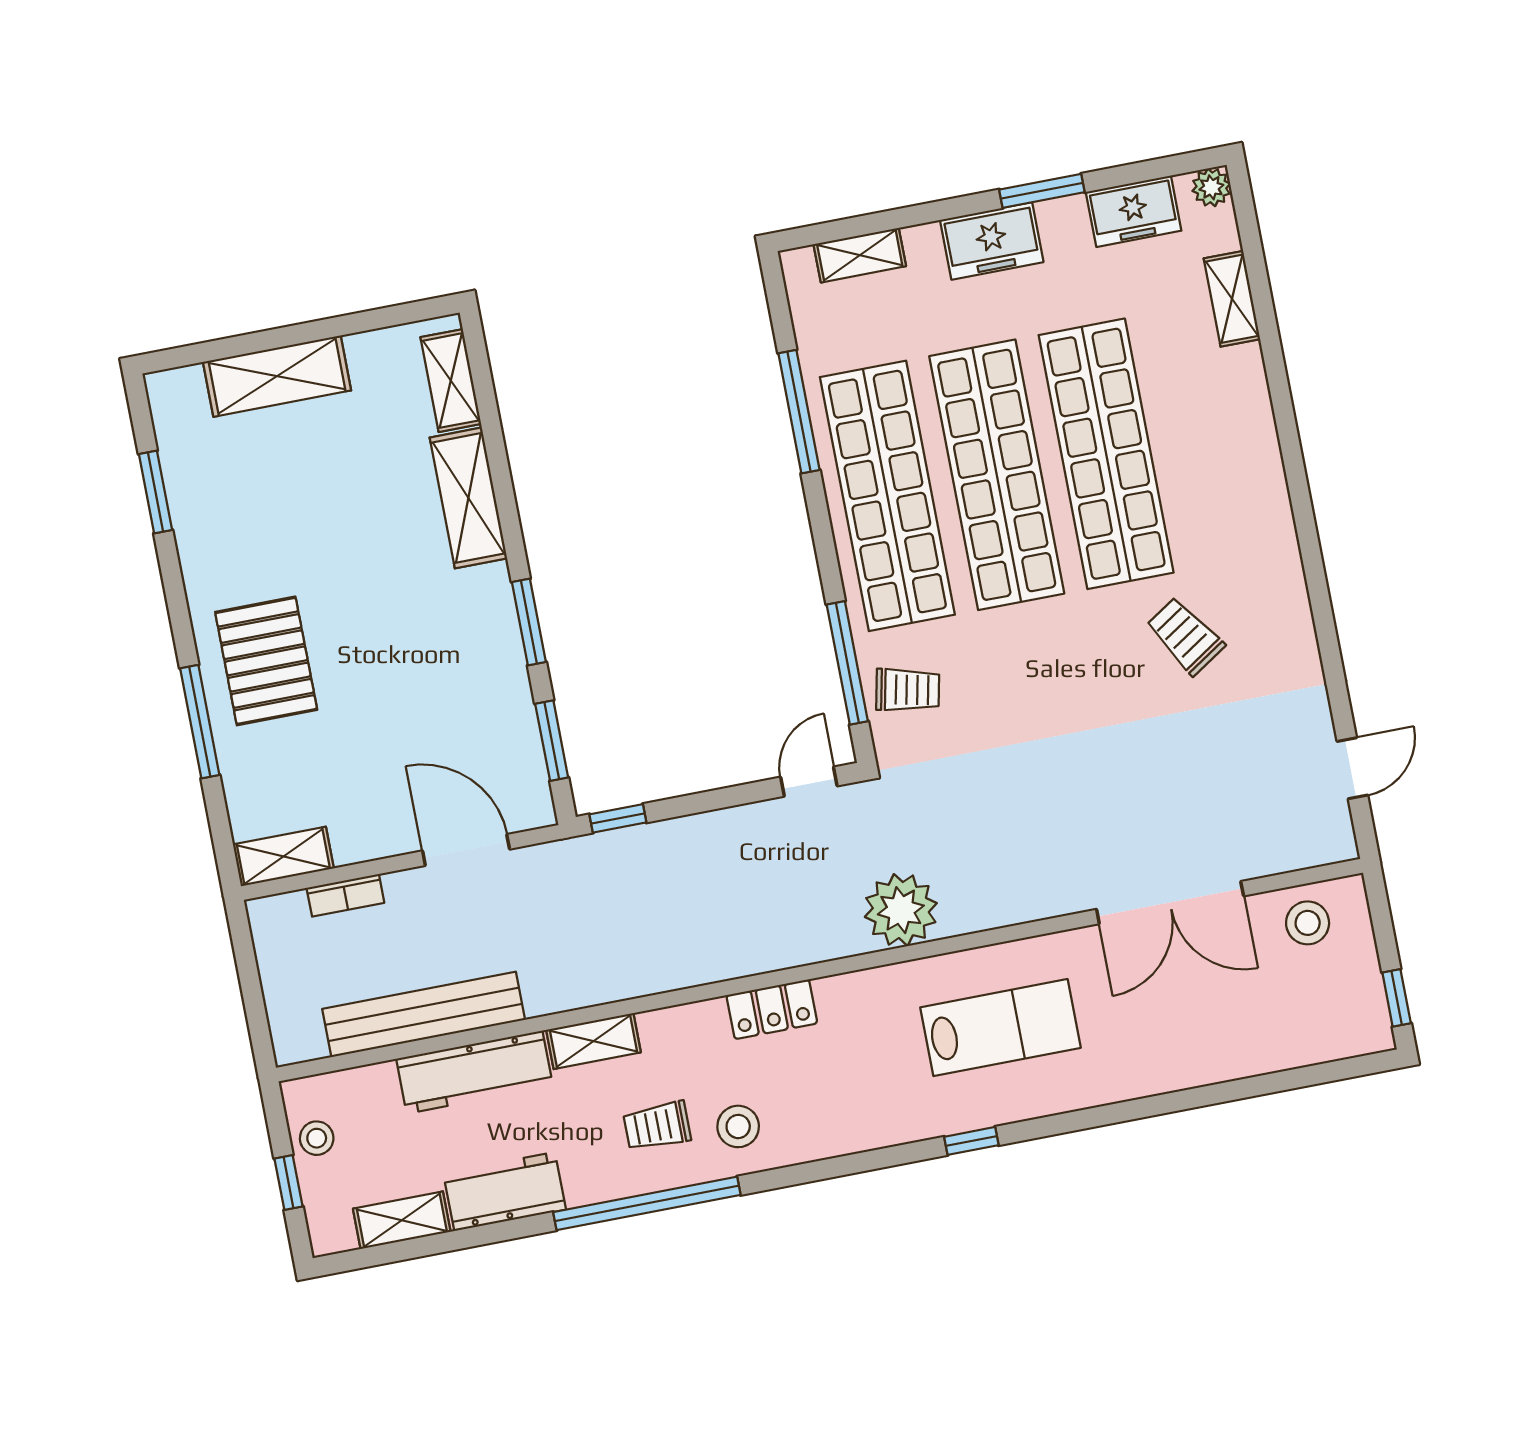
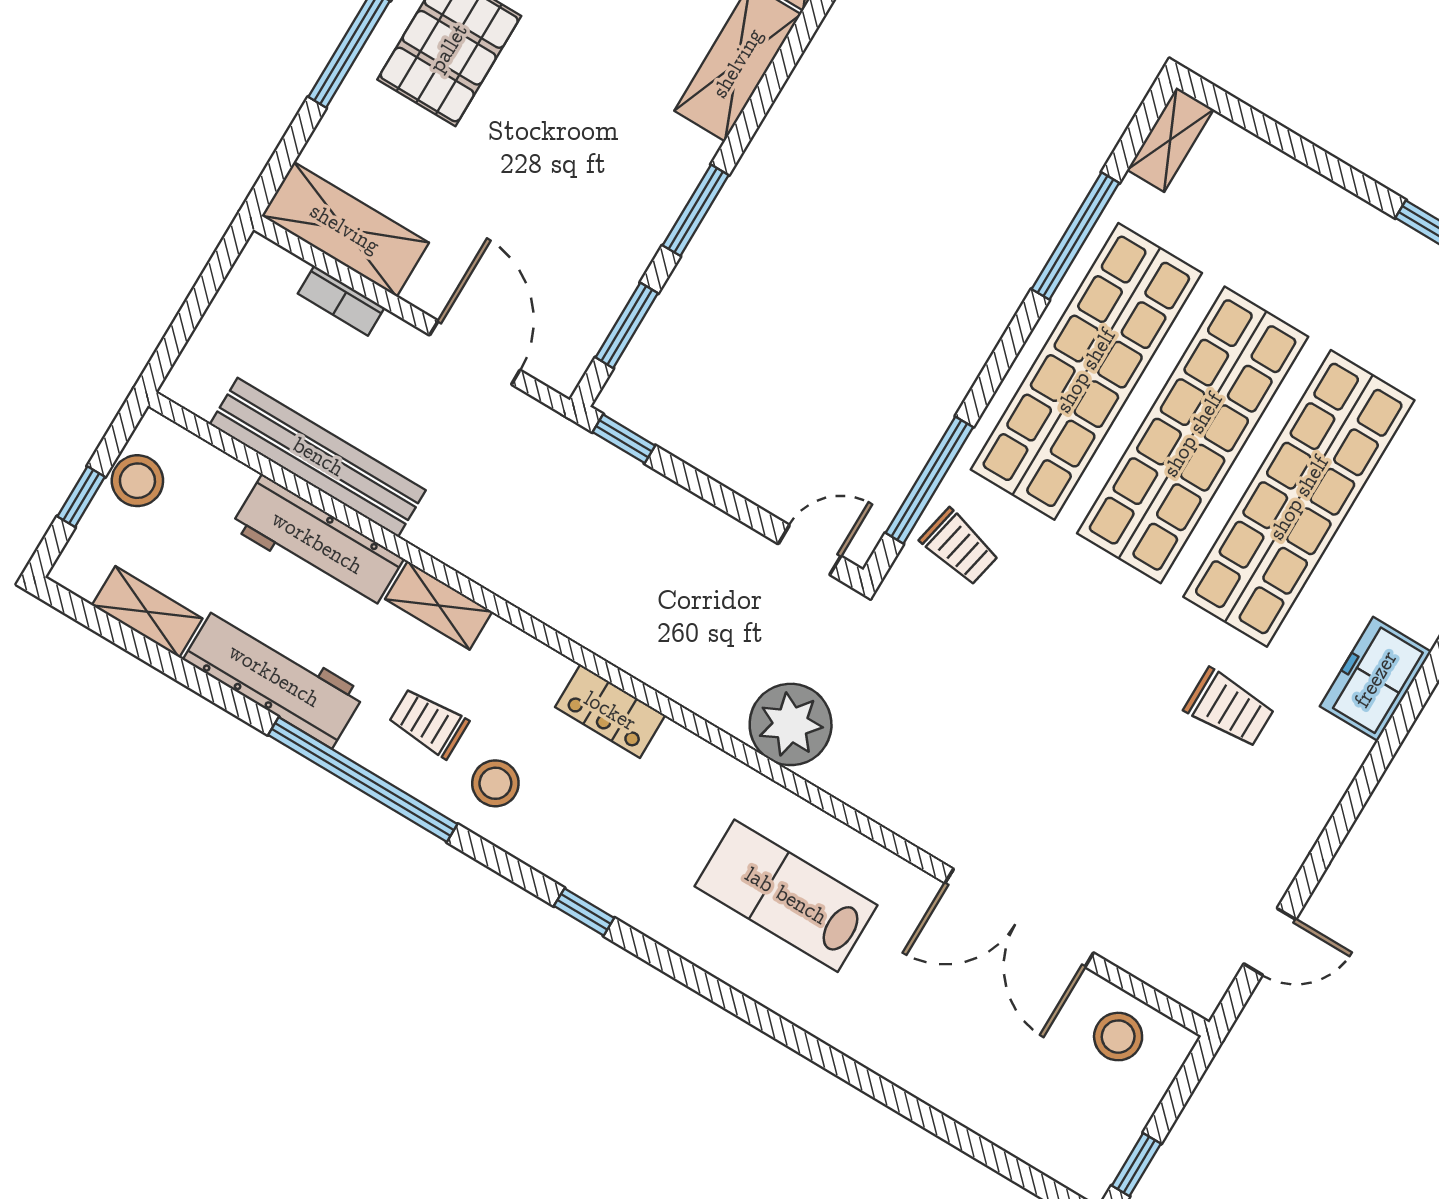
freezer: (992, 241) -> (1376, 679), moved, turned 90
shelving: (860, 255) -> (1170, 140), moved, turned 90
trolley: (1185, 636) -> (1229, 708), turned 123
shelving: (283, 856) -> (345, 229), width x1.50, depth x1.33
lab bench: (1000, 1028) -> (786, 896), turned 180
stool: (317, 1138) -> (137, 481), width x1.37, depth x1.37
window: (971, 1141) -> (584, 912), moved
workbench: (505, 1191) -> (274, 676), width x1.38

